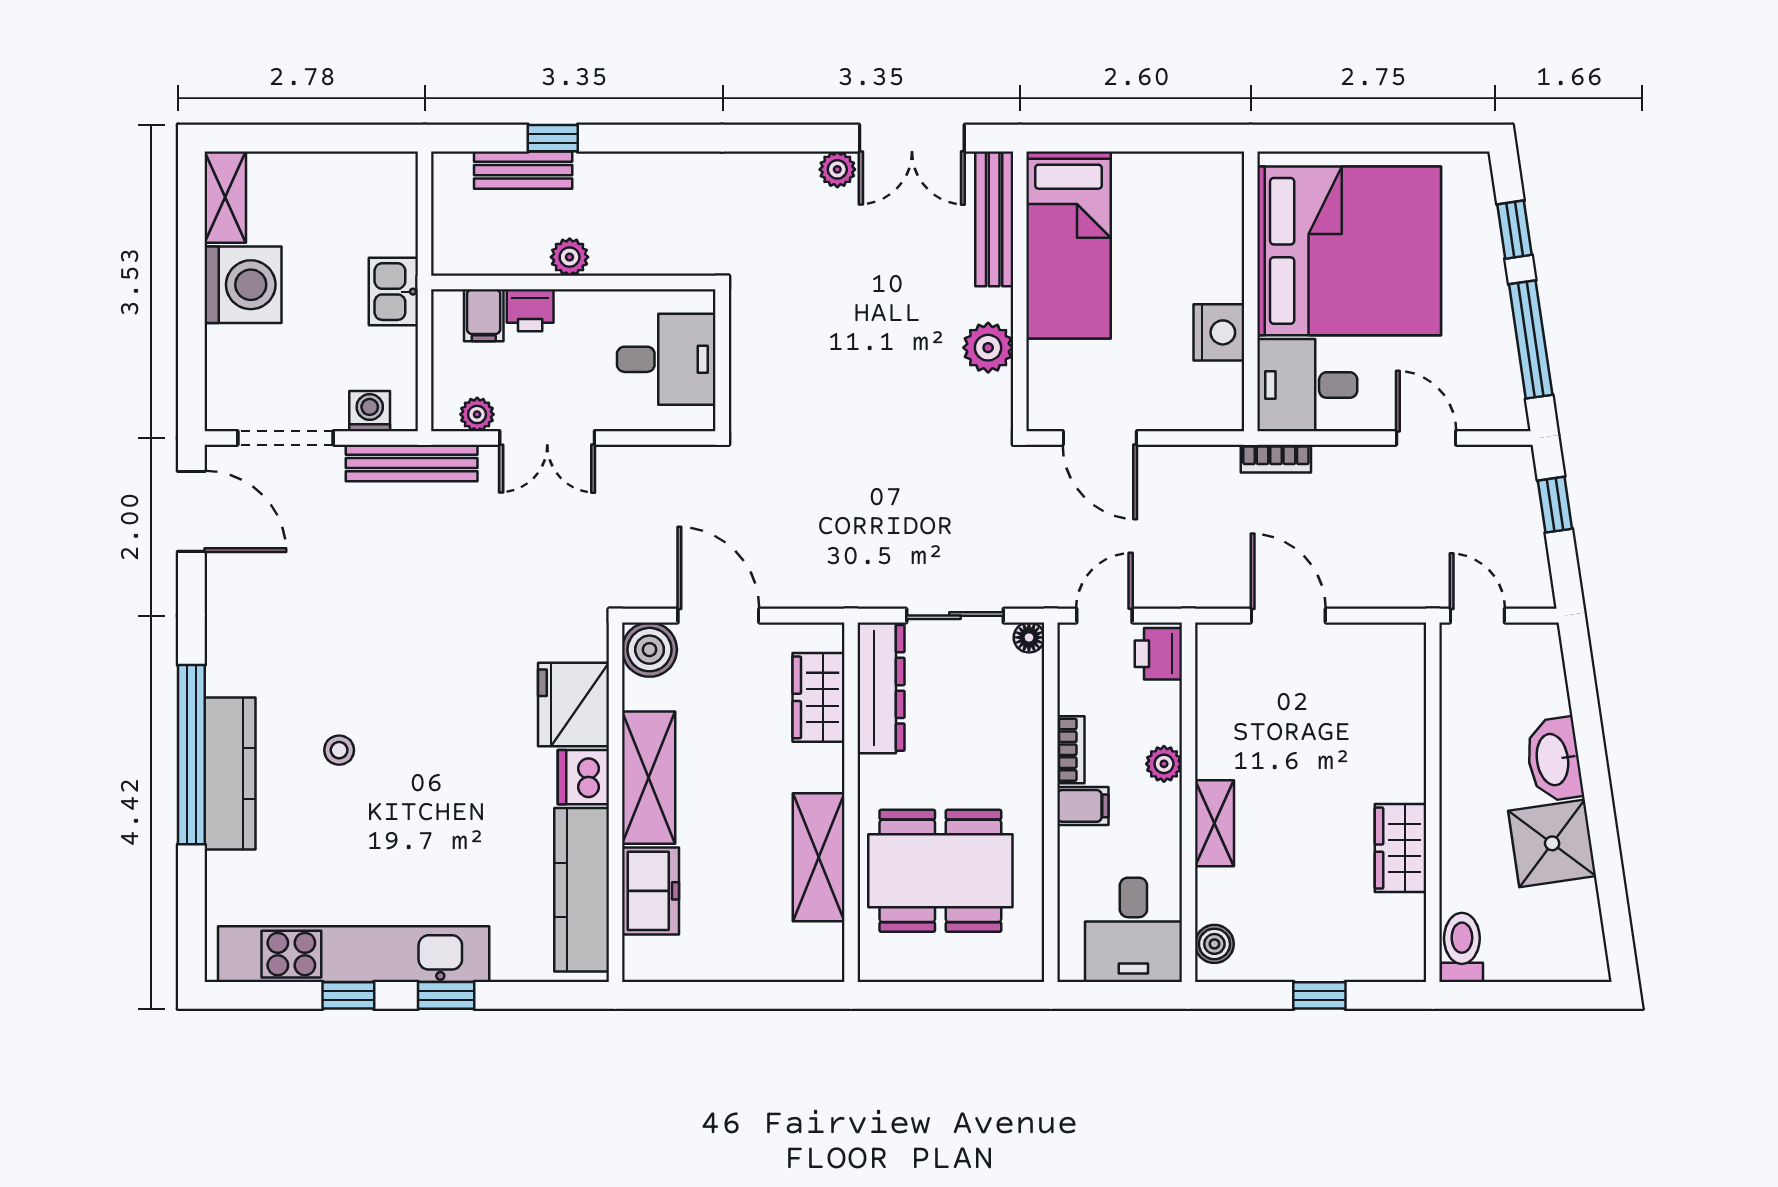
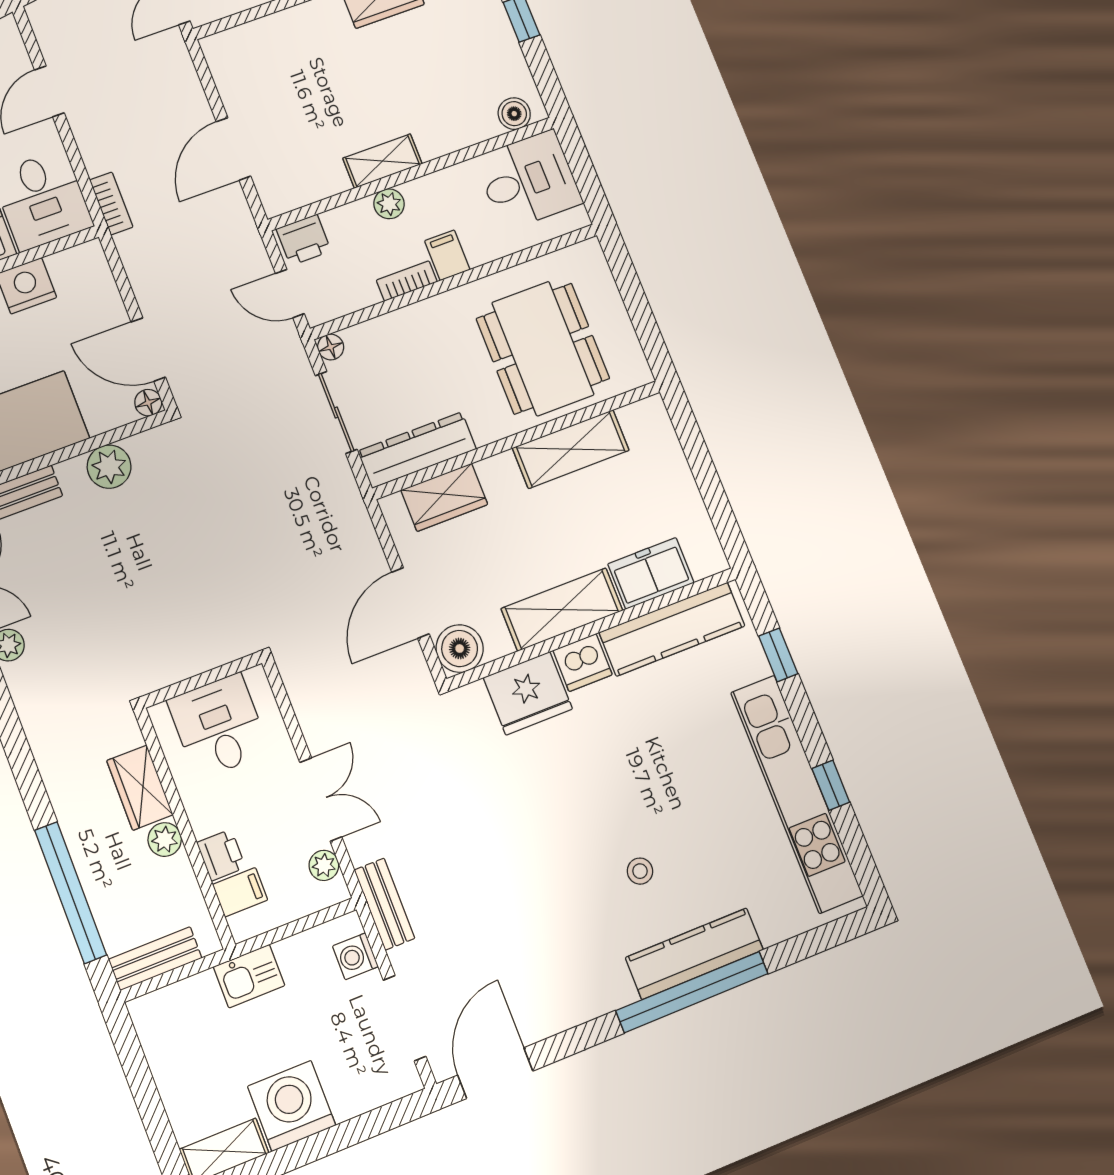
window: (553, 138) -> (71, 893), width x3.17
bench: (523, 170) -> (155, 959), moved, turned 90
wardrobe: (634, 251) -> (140, 788), added
floor lamp: (1042, 416) -> (148, 403), added
door: (1100, 438) -> (148, 350), swing flipped
bench: (412, 463) -> (385, 904), width x0.73
shelving: (1215, 823) -> (382, 161), moved
window: (446, 995) -> (778, 655), moved

